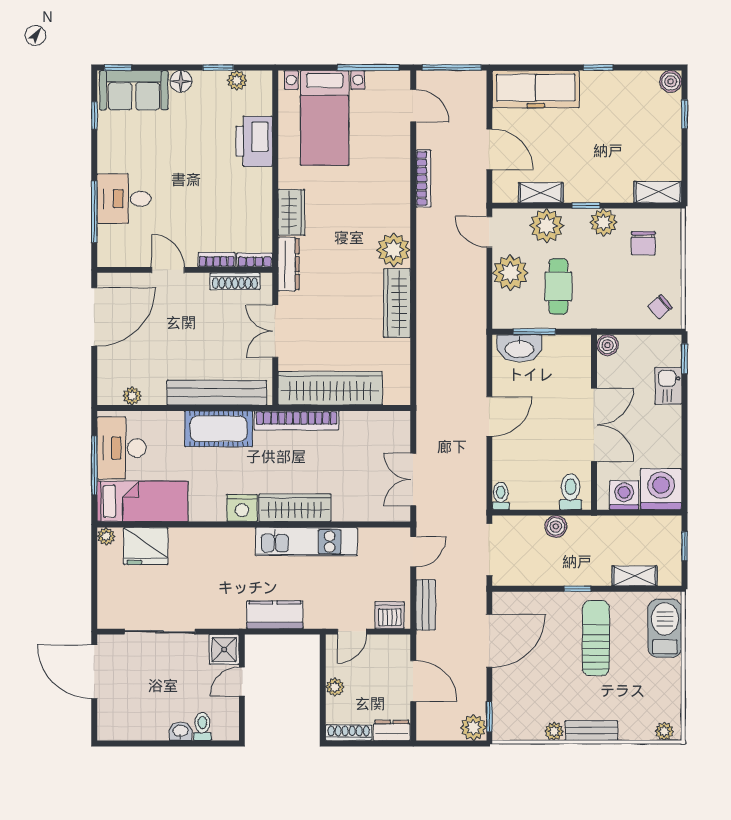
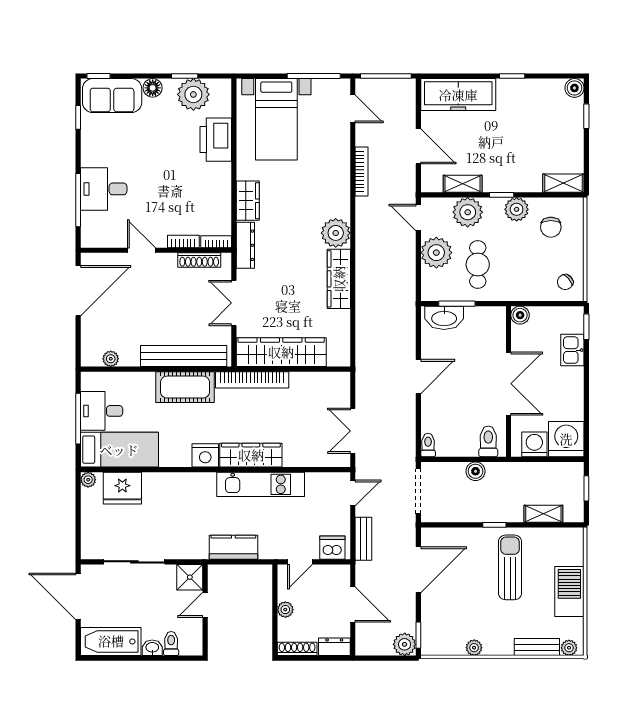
plant: (237, 80) -> (193, 94), width x1.87, depth x1.87
desk: (122, 448) -> (102, 411), width x0.73
barbecue: (665, 628) -> (569, 591), moved
bathtub: (132, 724) -> (111, 641), added
bench: (592, 731) -> (537, 647), moved

